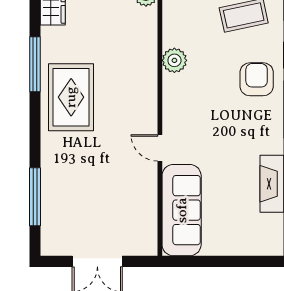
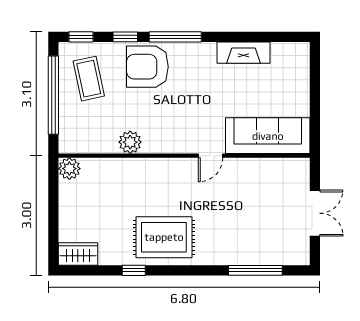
window: (35, 64) -> (134, 270), width x0.46
armchair: (257, 79) -> (147, 67), width x1.36, depth x1.36

